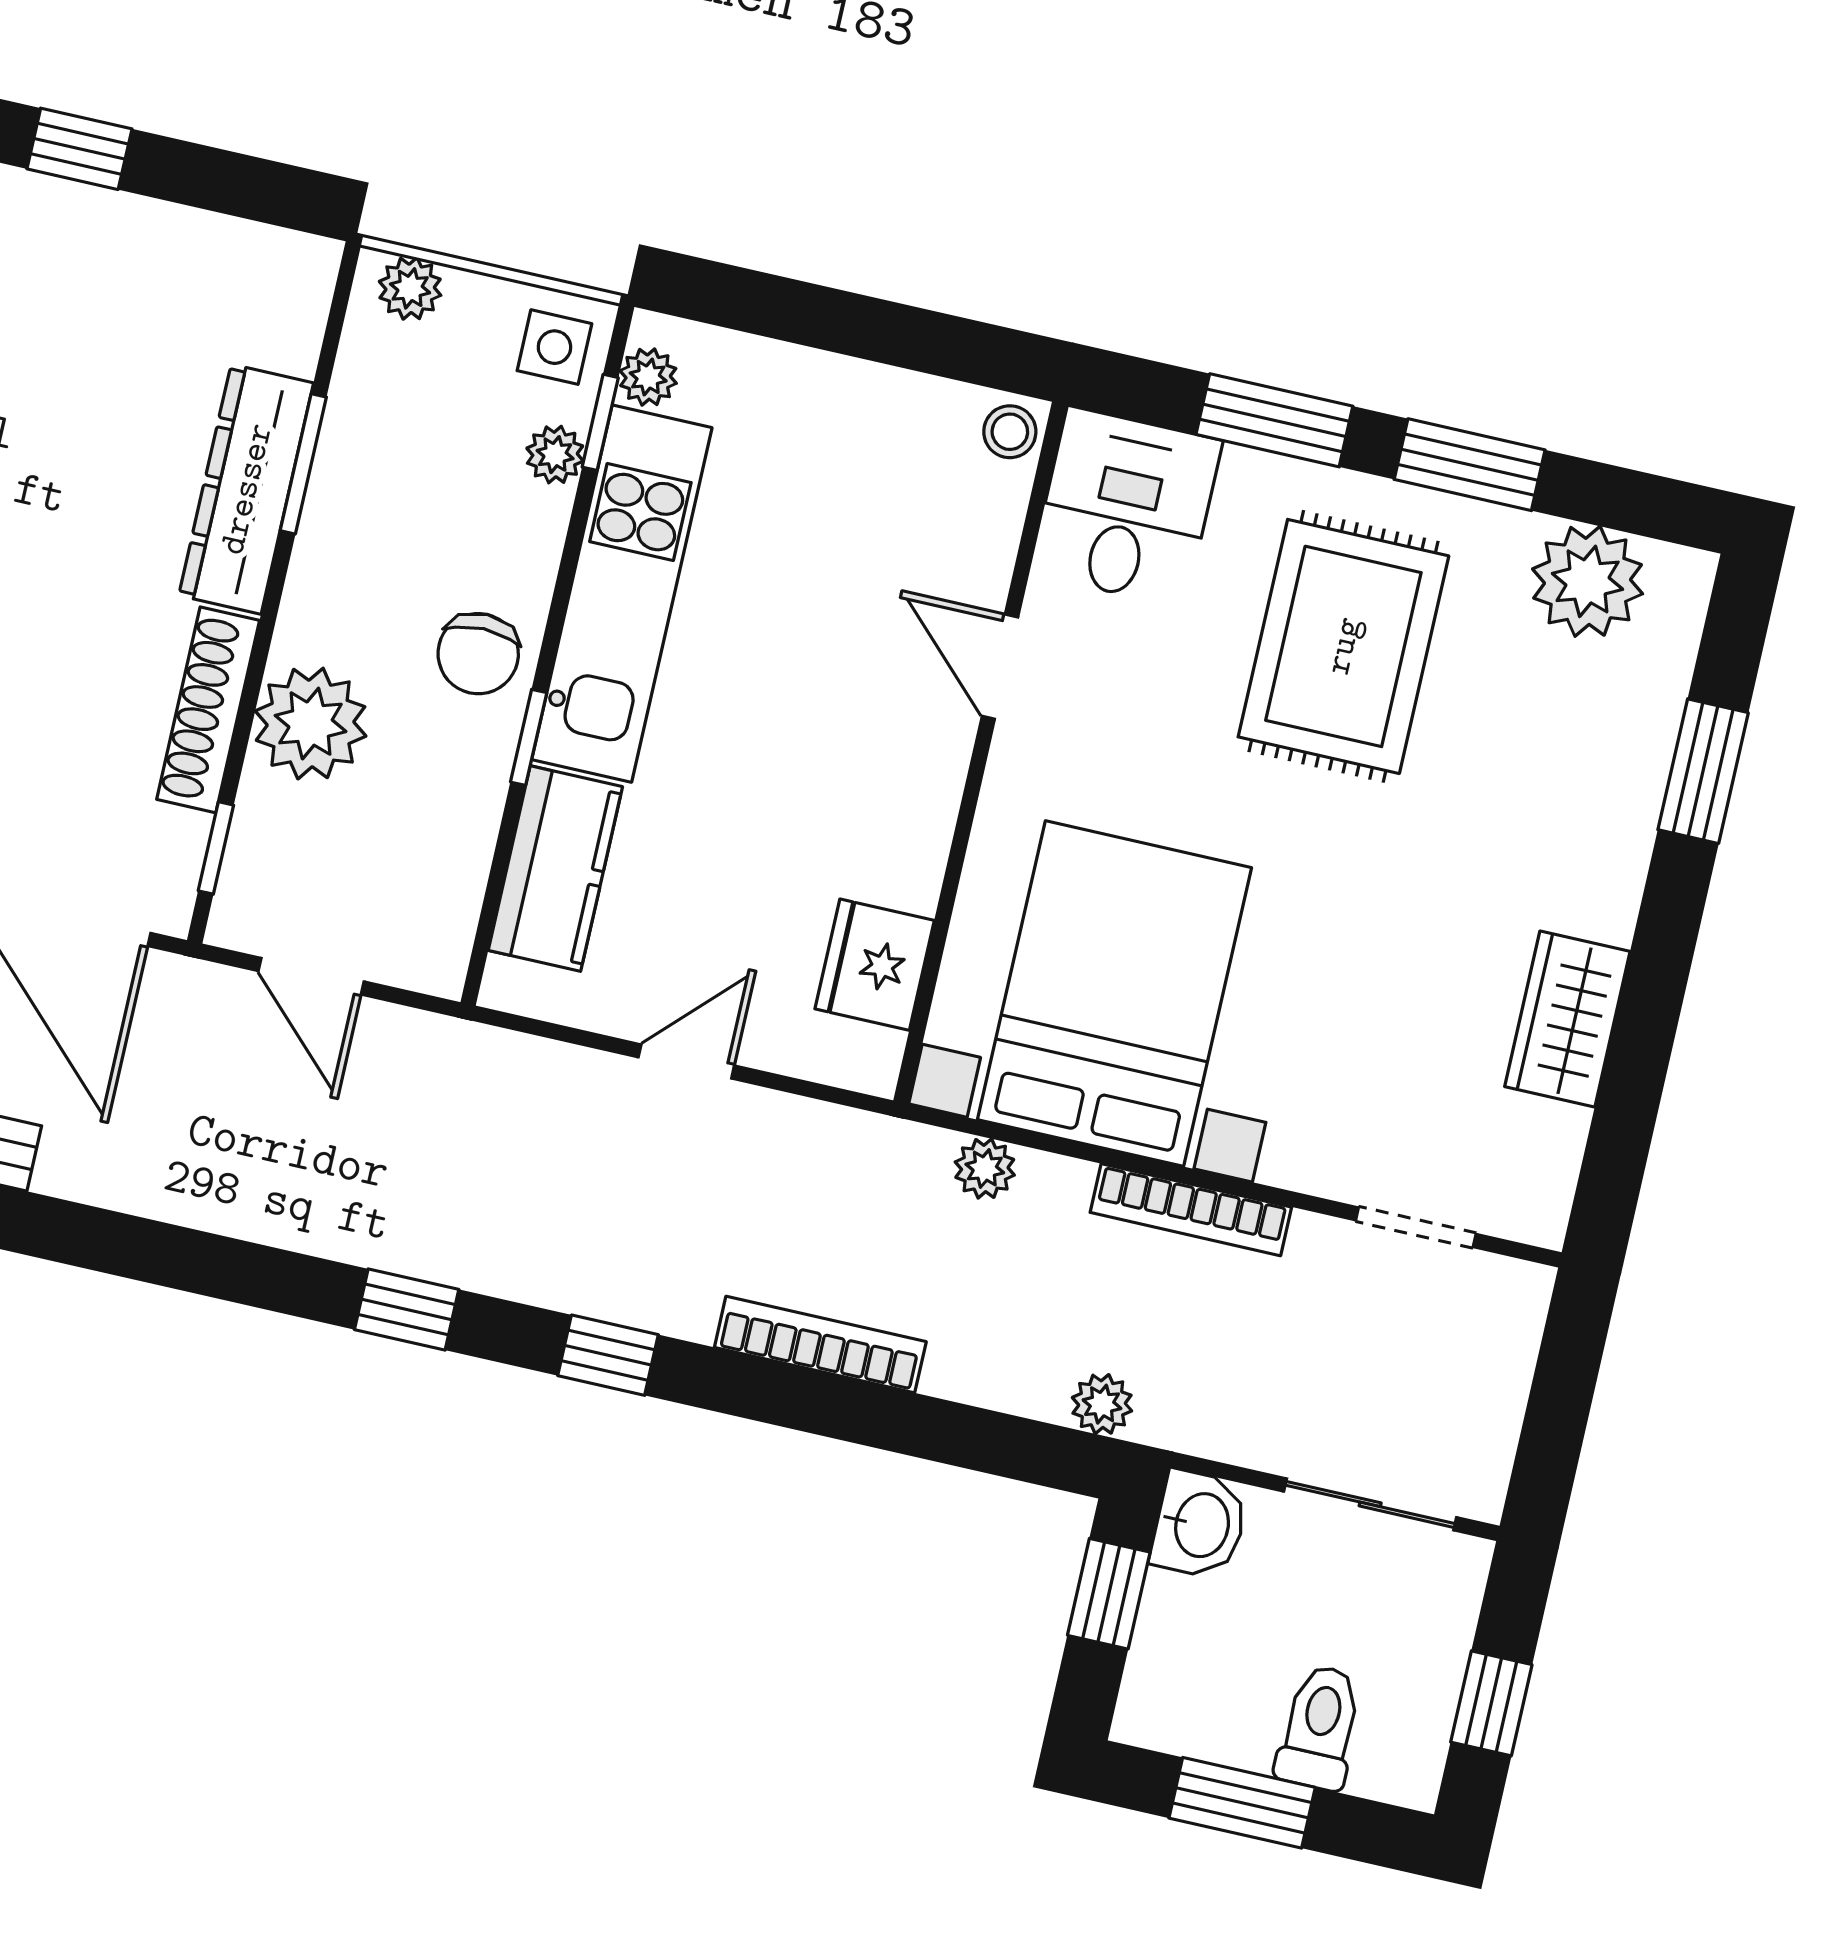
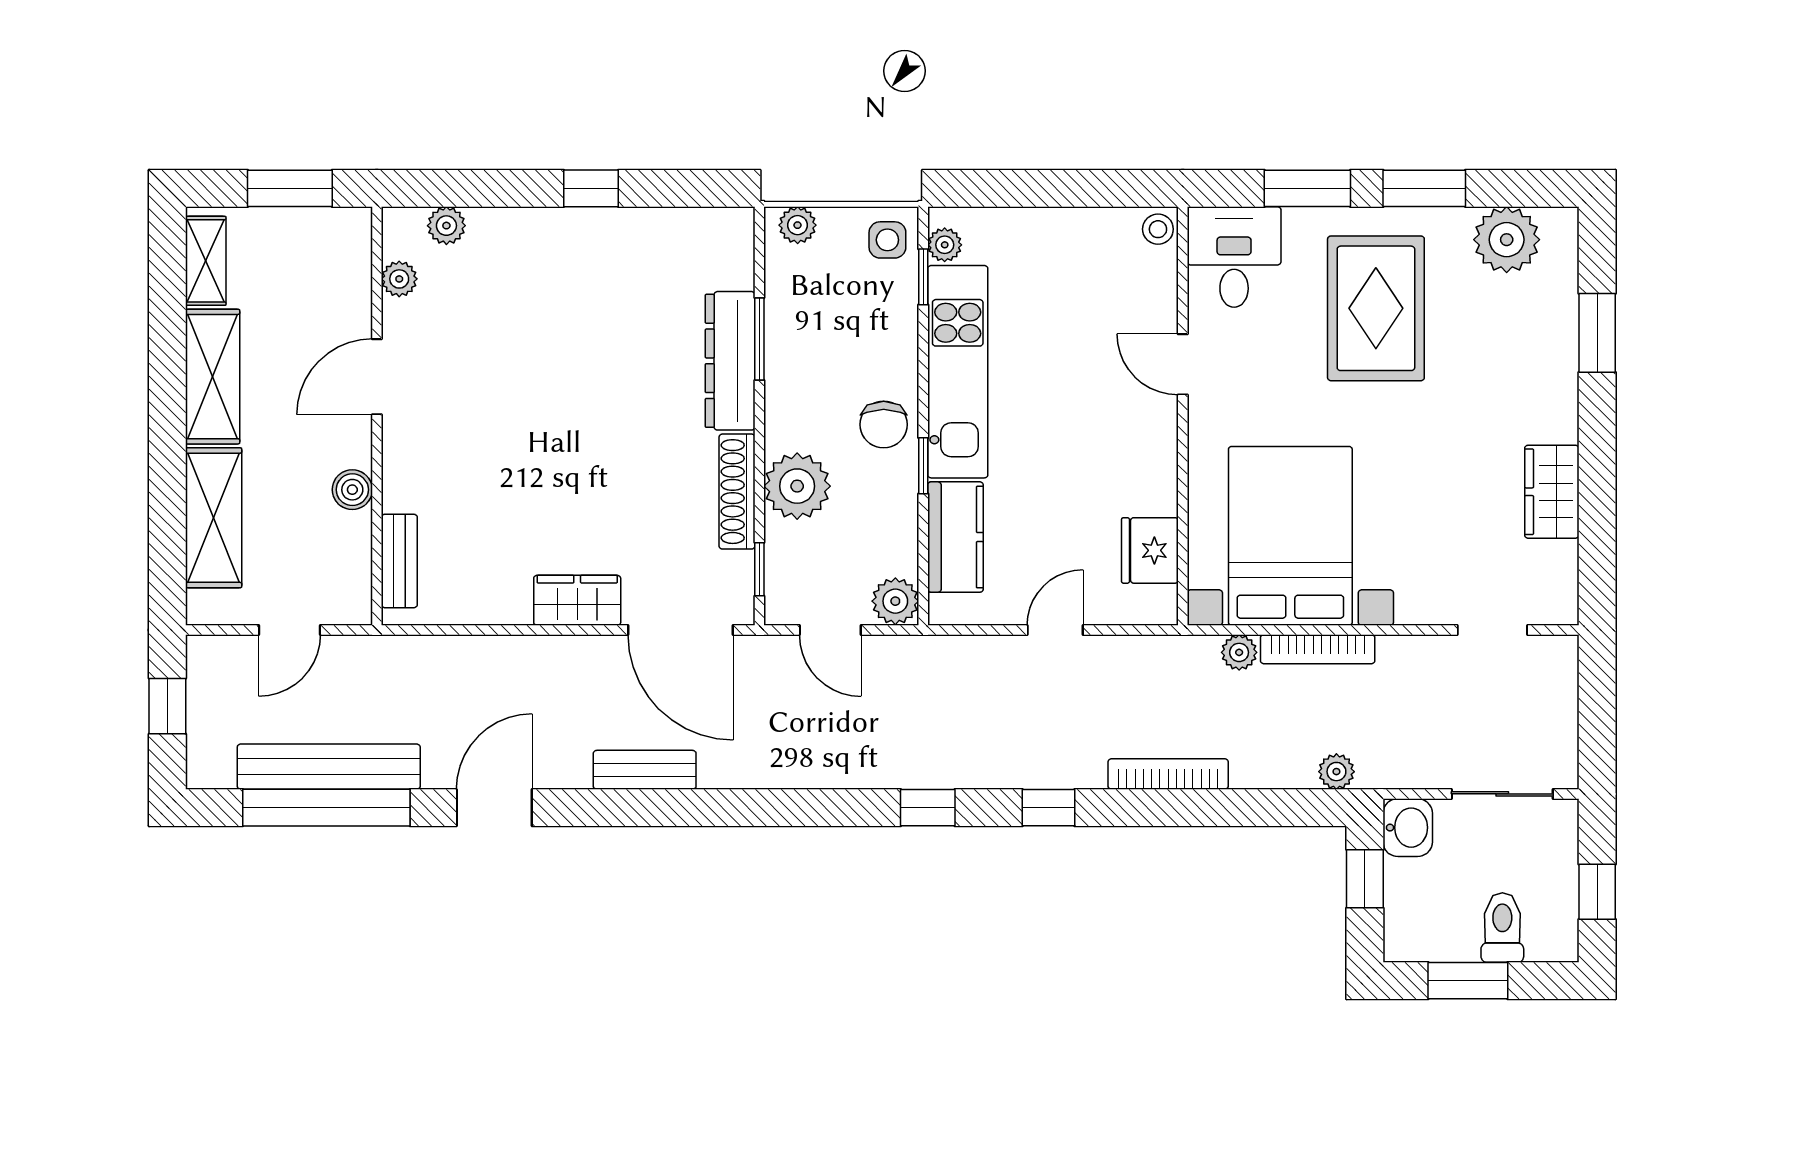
plant: (555, 455) -> (895, 601), moved, width x1.38, depth x1.38
bookcase: (1191, 1210) -> (1318, 649), moved

